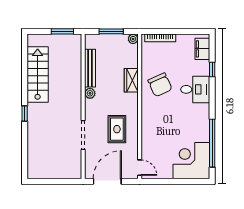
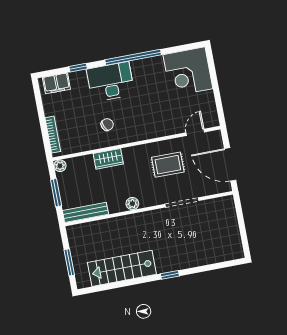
window: (62, 31) -> (69, 262), moved
bench: (90, 68) -> (85, 212), moved
chair: (160, 85) -> (107, 125), width x0.54, depth x0.54
desk: (195, 89) -> (111, 82), width x1.37
window: (212, 143) -> (133, 57), moved
door: (140, 168) -> (195, 132), moved

